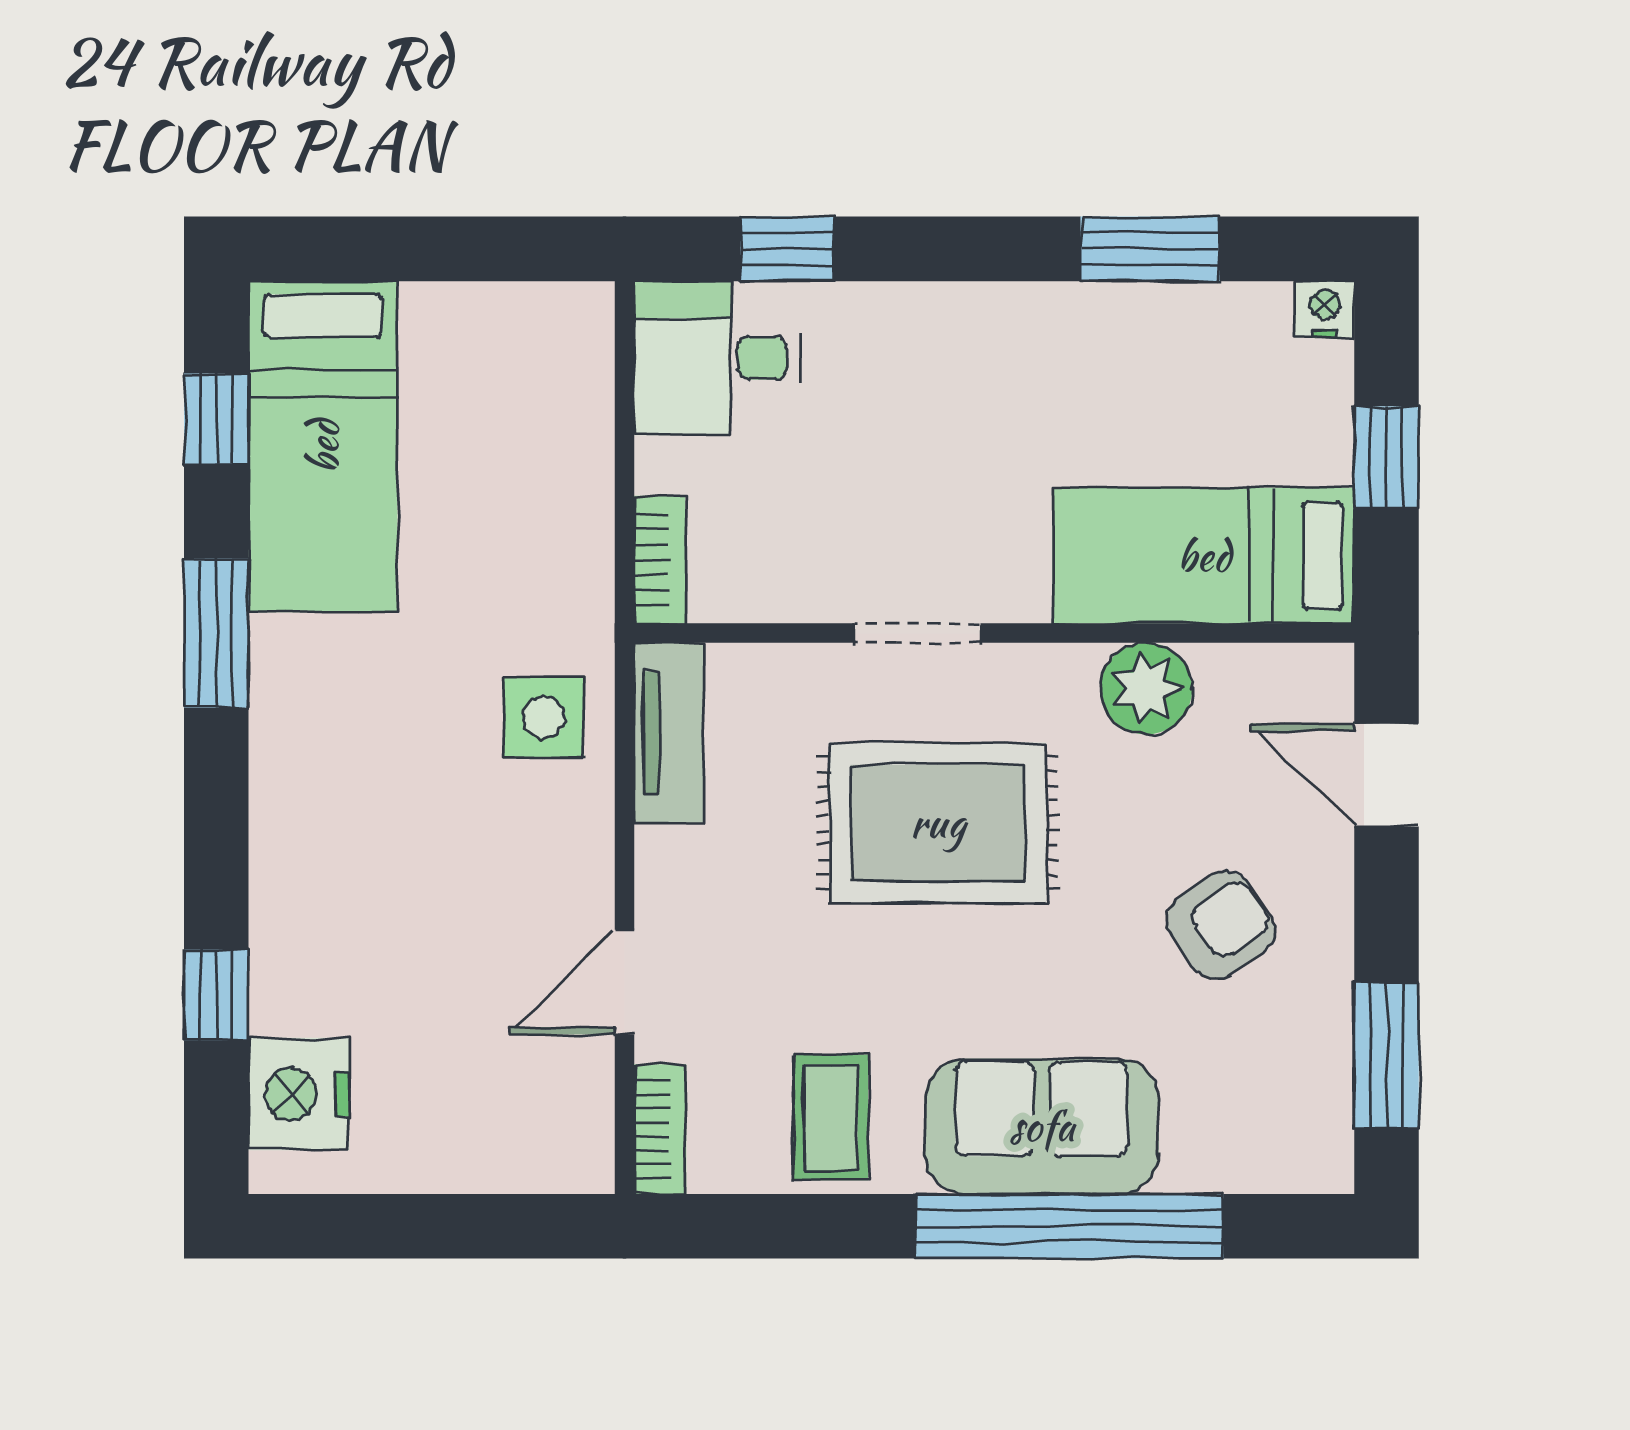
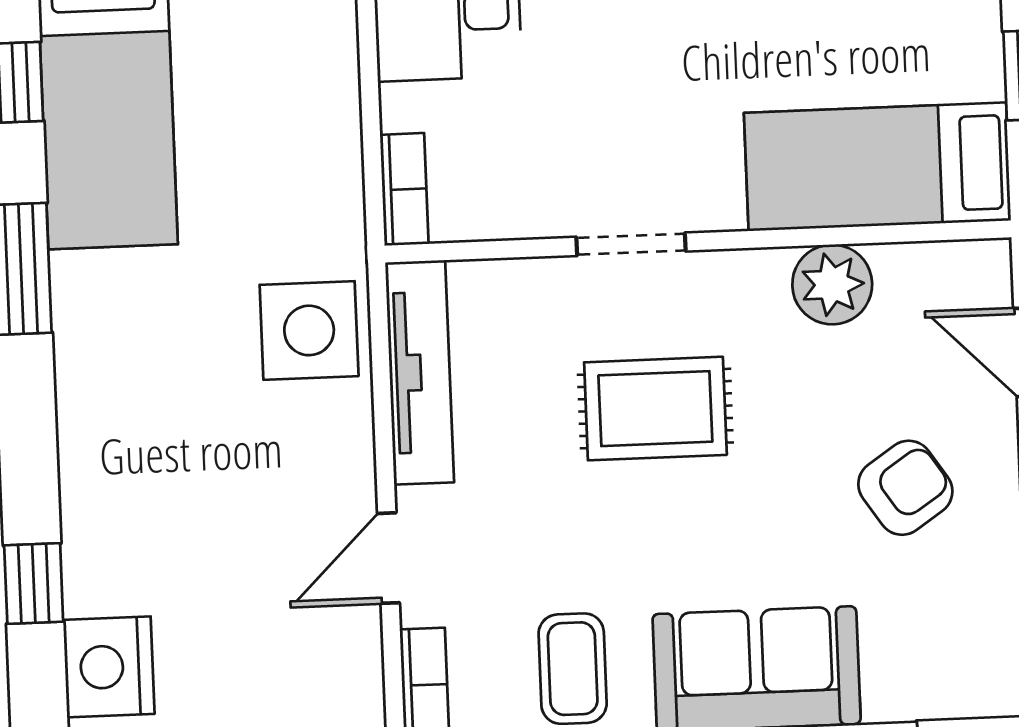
side table: (544, 717) -> (309, 330), width x1.37, depth x1.37
tv unit: (669, 733) -> (420, 372), width x1.41
rug: (938, 823) -> (655, 409), width x0.73, depth x0.70

